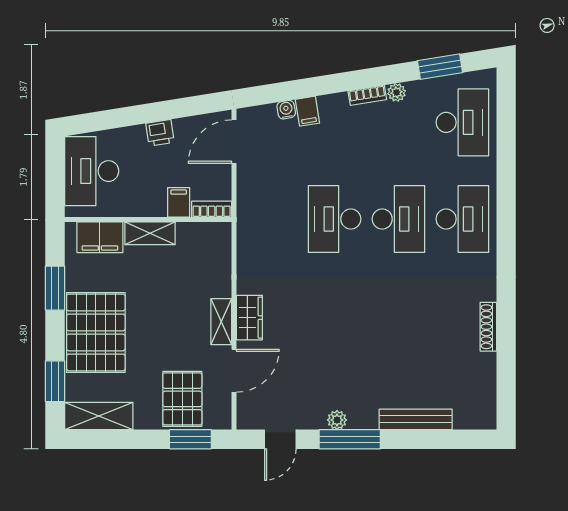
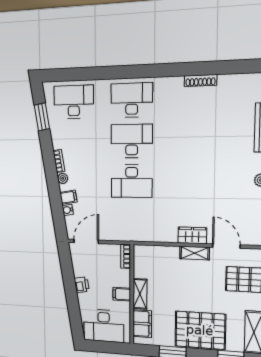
plant: (397, 92) -> (63, 178), moved
door: (234, 142) -> (86, 241), swing flipped
filing cabinet: (179, 202) -> (122, 294), moved

